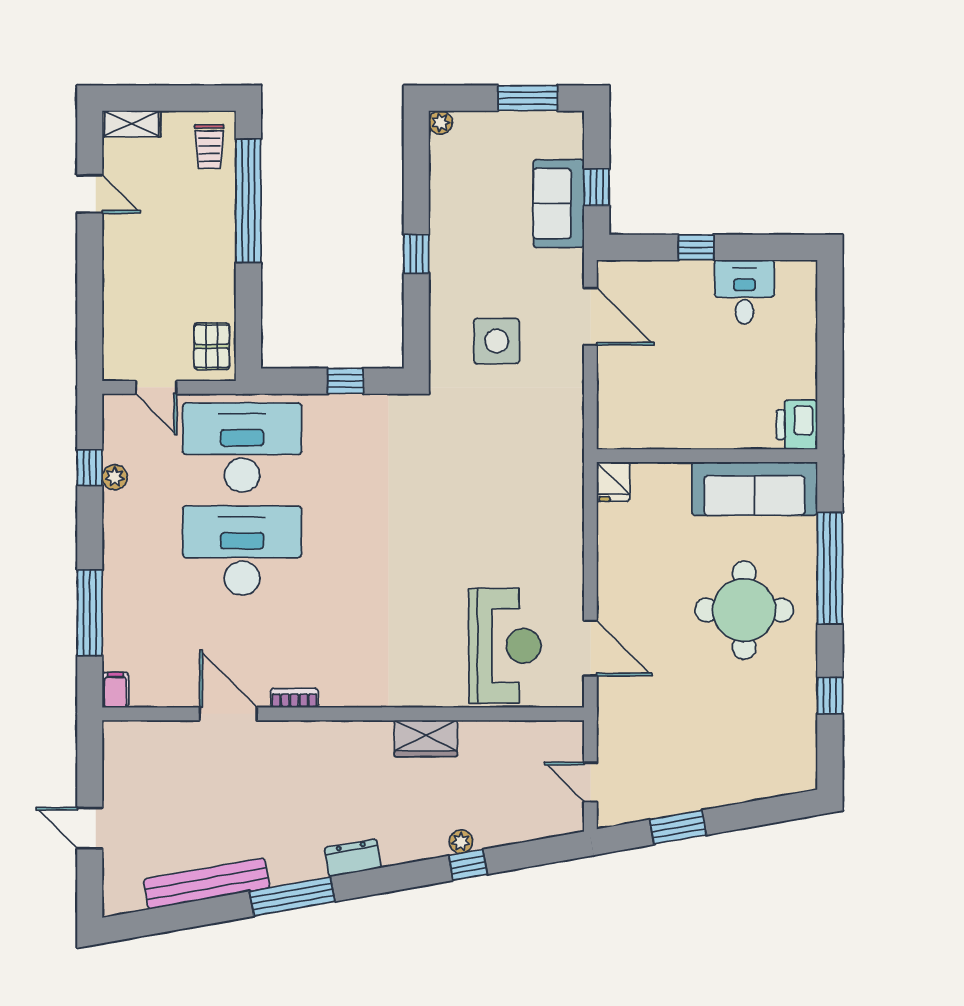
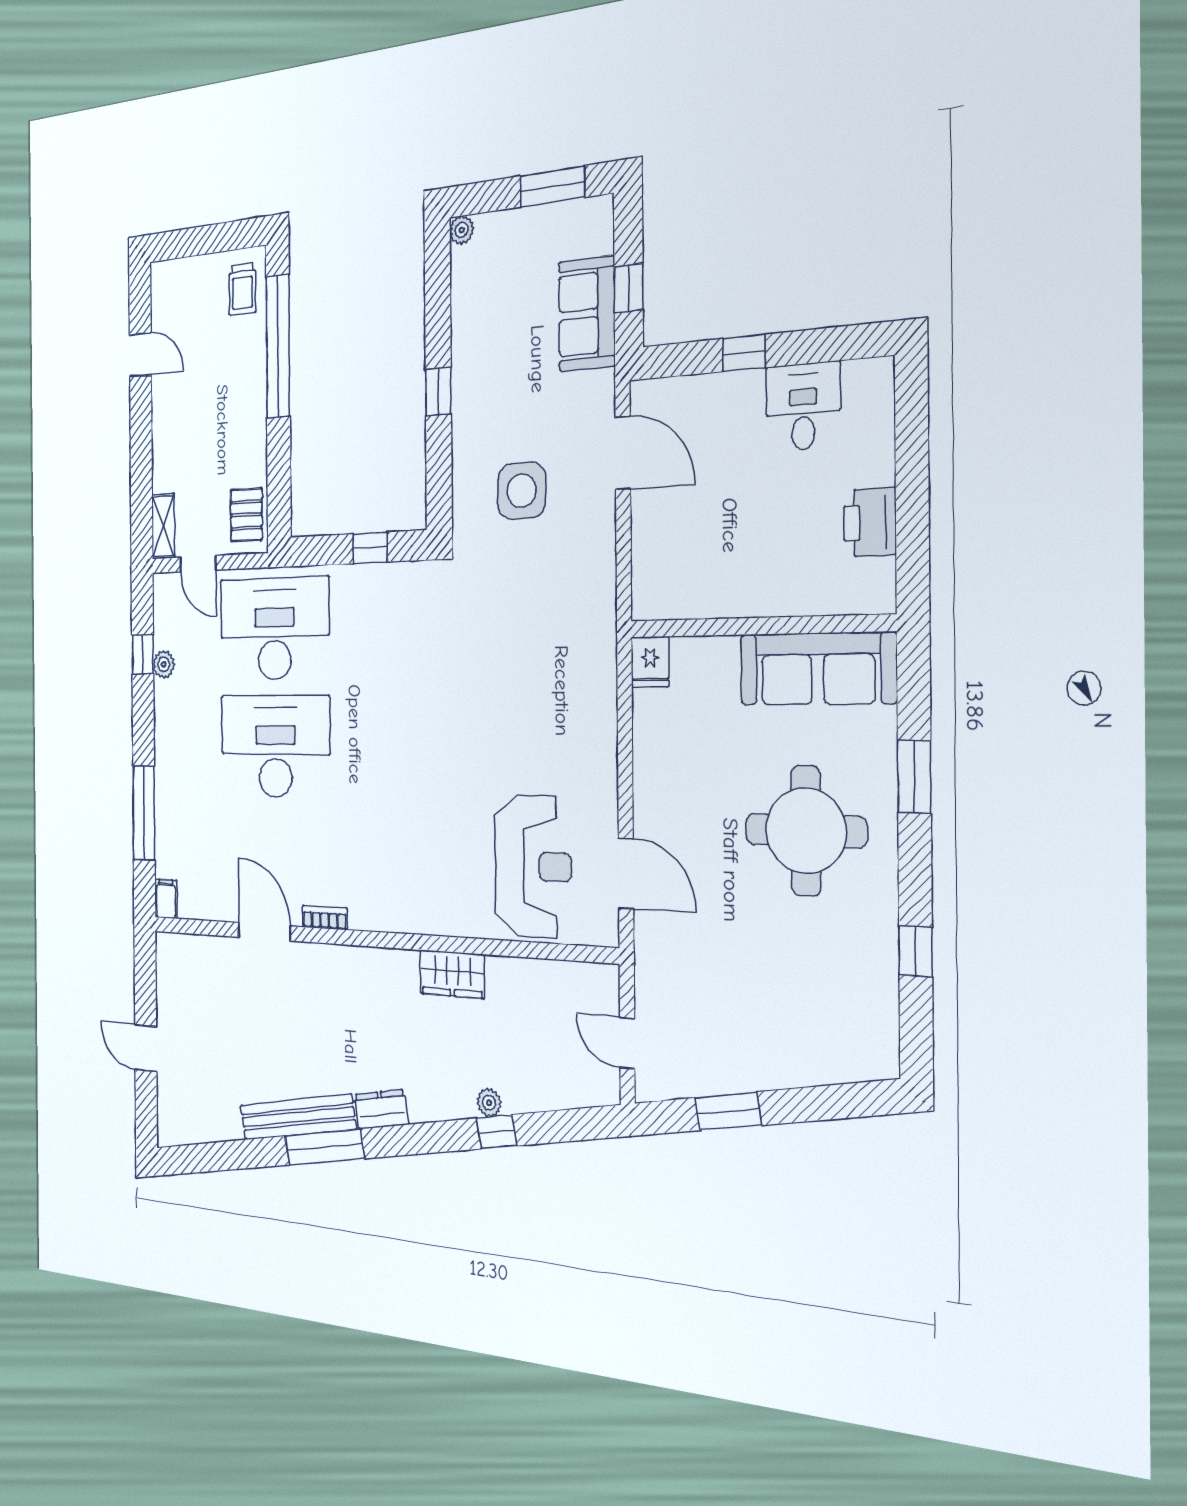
shelving: (131, 124) -> (163, 526), moved, turned 90
printer: (797, 425) -> (870, 522), moved
window: (830, 568) -> (914, 777), width x0.47
bench: (207, 884) -> (298, 1117), moved

